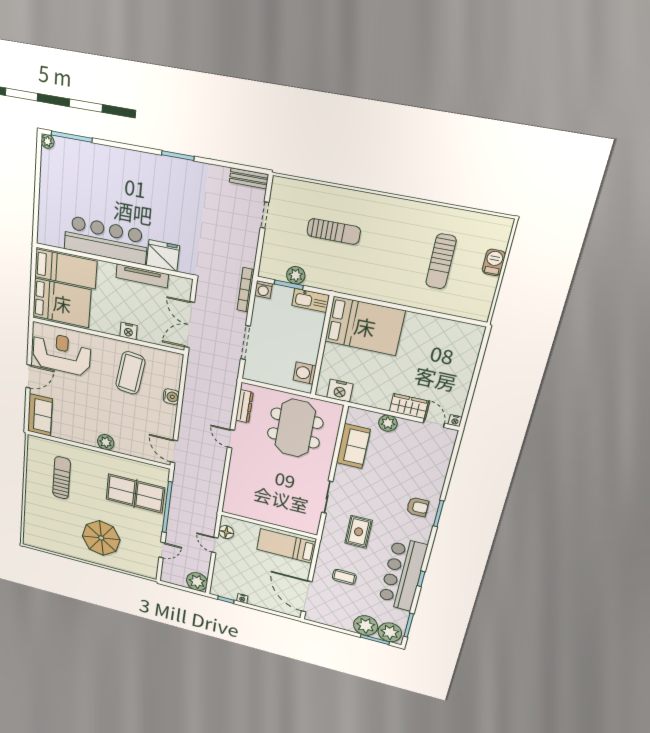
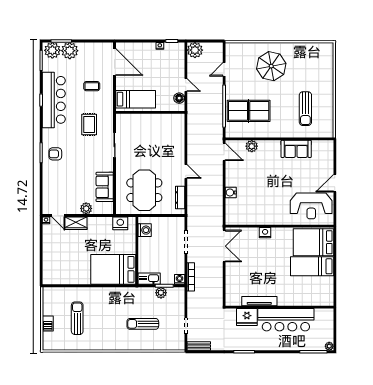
bar counter: (106, 240) -> (286, 320), moved
fridge: (163, 256) -> (247, 317), moved
wall: (114, 261) -> (279, 307), moved
tv unit: (142, 276) -> (259, 301), moved
coffee table: (130, 373) -> (261, 203), removed
sofa: (40, 415) -> (296, 149), moved, turned -90
plant: (106, 442) -> (252, 146), moved

